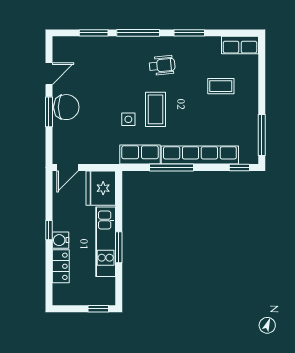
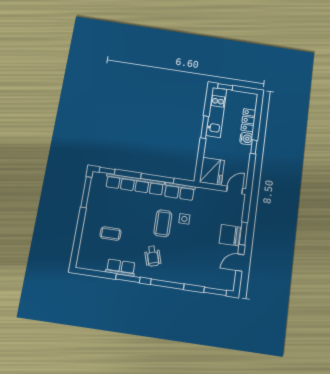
window: (94, 33) -> (215, 291), moved
row of seats: (240, 45) -> (121, 268), moved
wheelchair: (162, 65) -> (153, 256), turned -101
kitchen unit: (106, 242) -> (216, 112), moved

